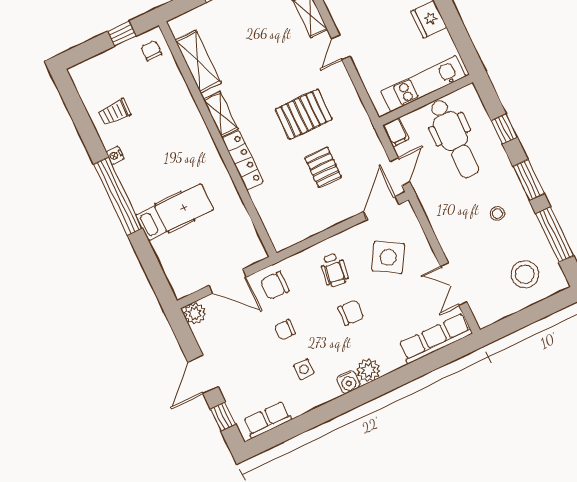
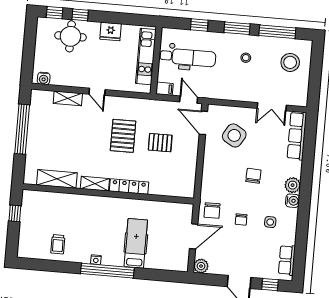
chair: (151, 51) -> (35, 202), removed
nightstand: (115, 155) -> (96, 260), moved
wheelchair: (334, 270) -> (223, 171), removed

